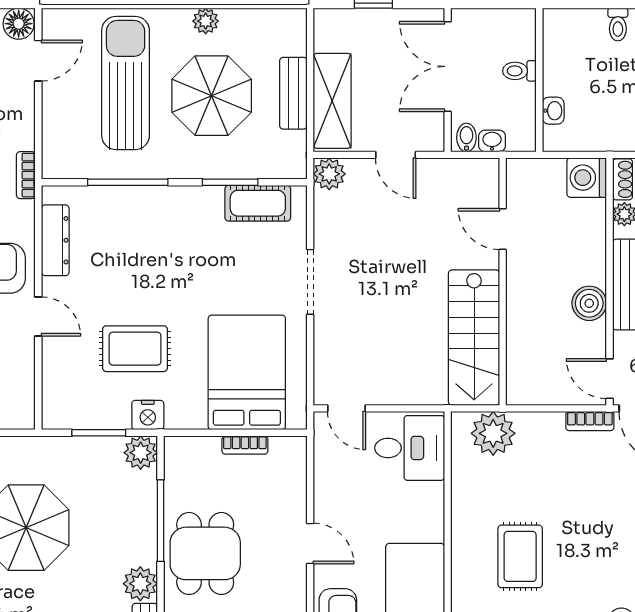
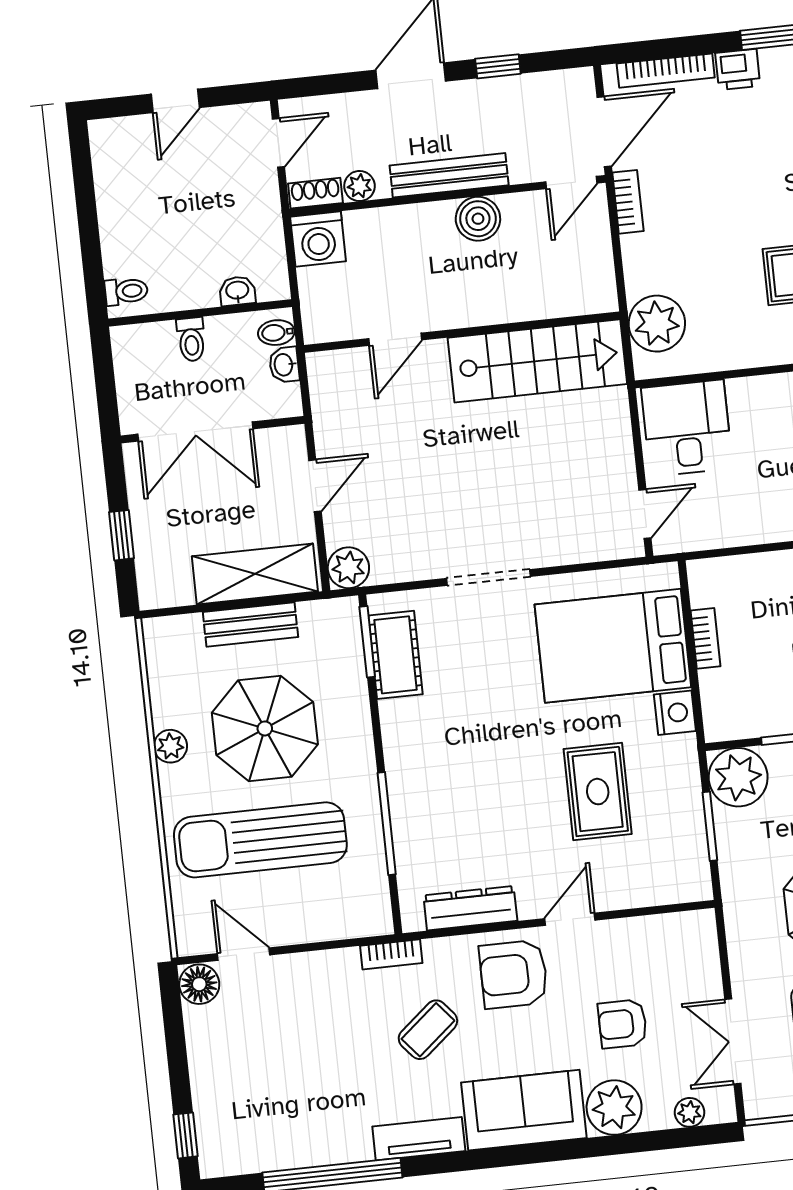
toilet: (618, 25) -> (126, 291), moved
bidet: (466, 137) -> (276, 333), moved
window: (230, 182) -> (367, 642), moved
nightstand: (148, 415) -> (675, 713), moved
plant: (141, 453) -> (738, 777), width x1.36, depth x1.36

